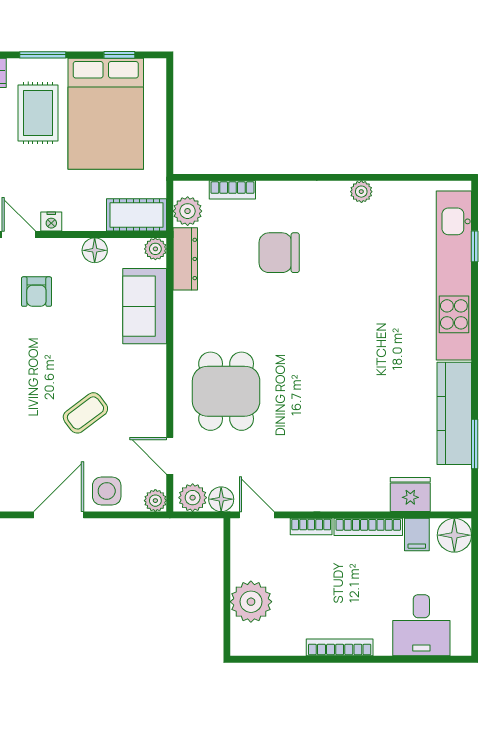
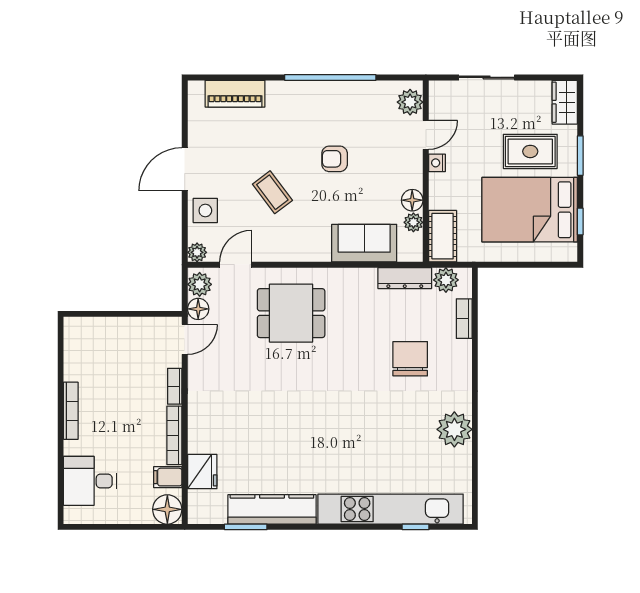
plant: (361, 192) -> (454, 429), width x1.87, depth x1.87
plant: (155, 249) -> (413, 222), moved
armchair: (36, 292) -> (335, 159), moved
door: (59, 515) -> (185, 169), swing flipped
plant: (251, 602) -> (110, 335), removed

